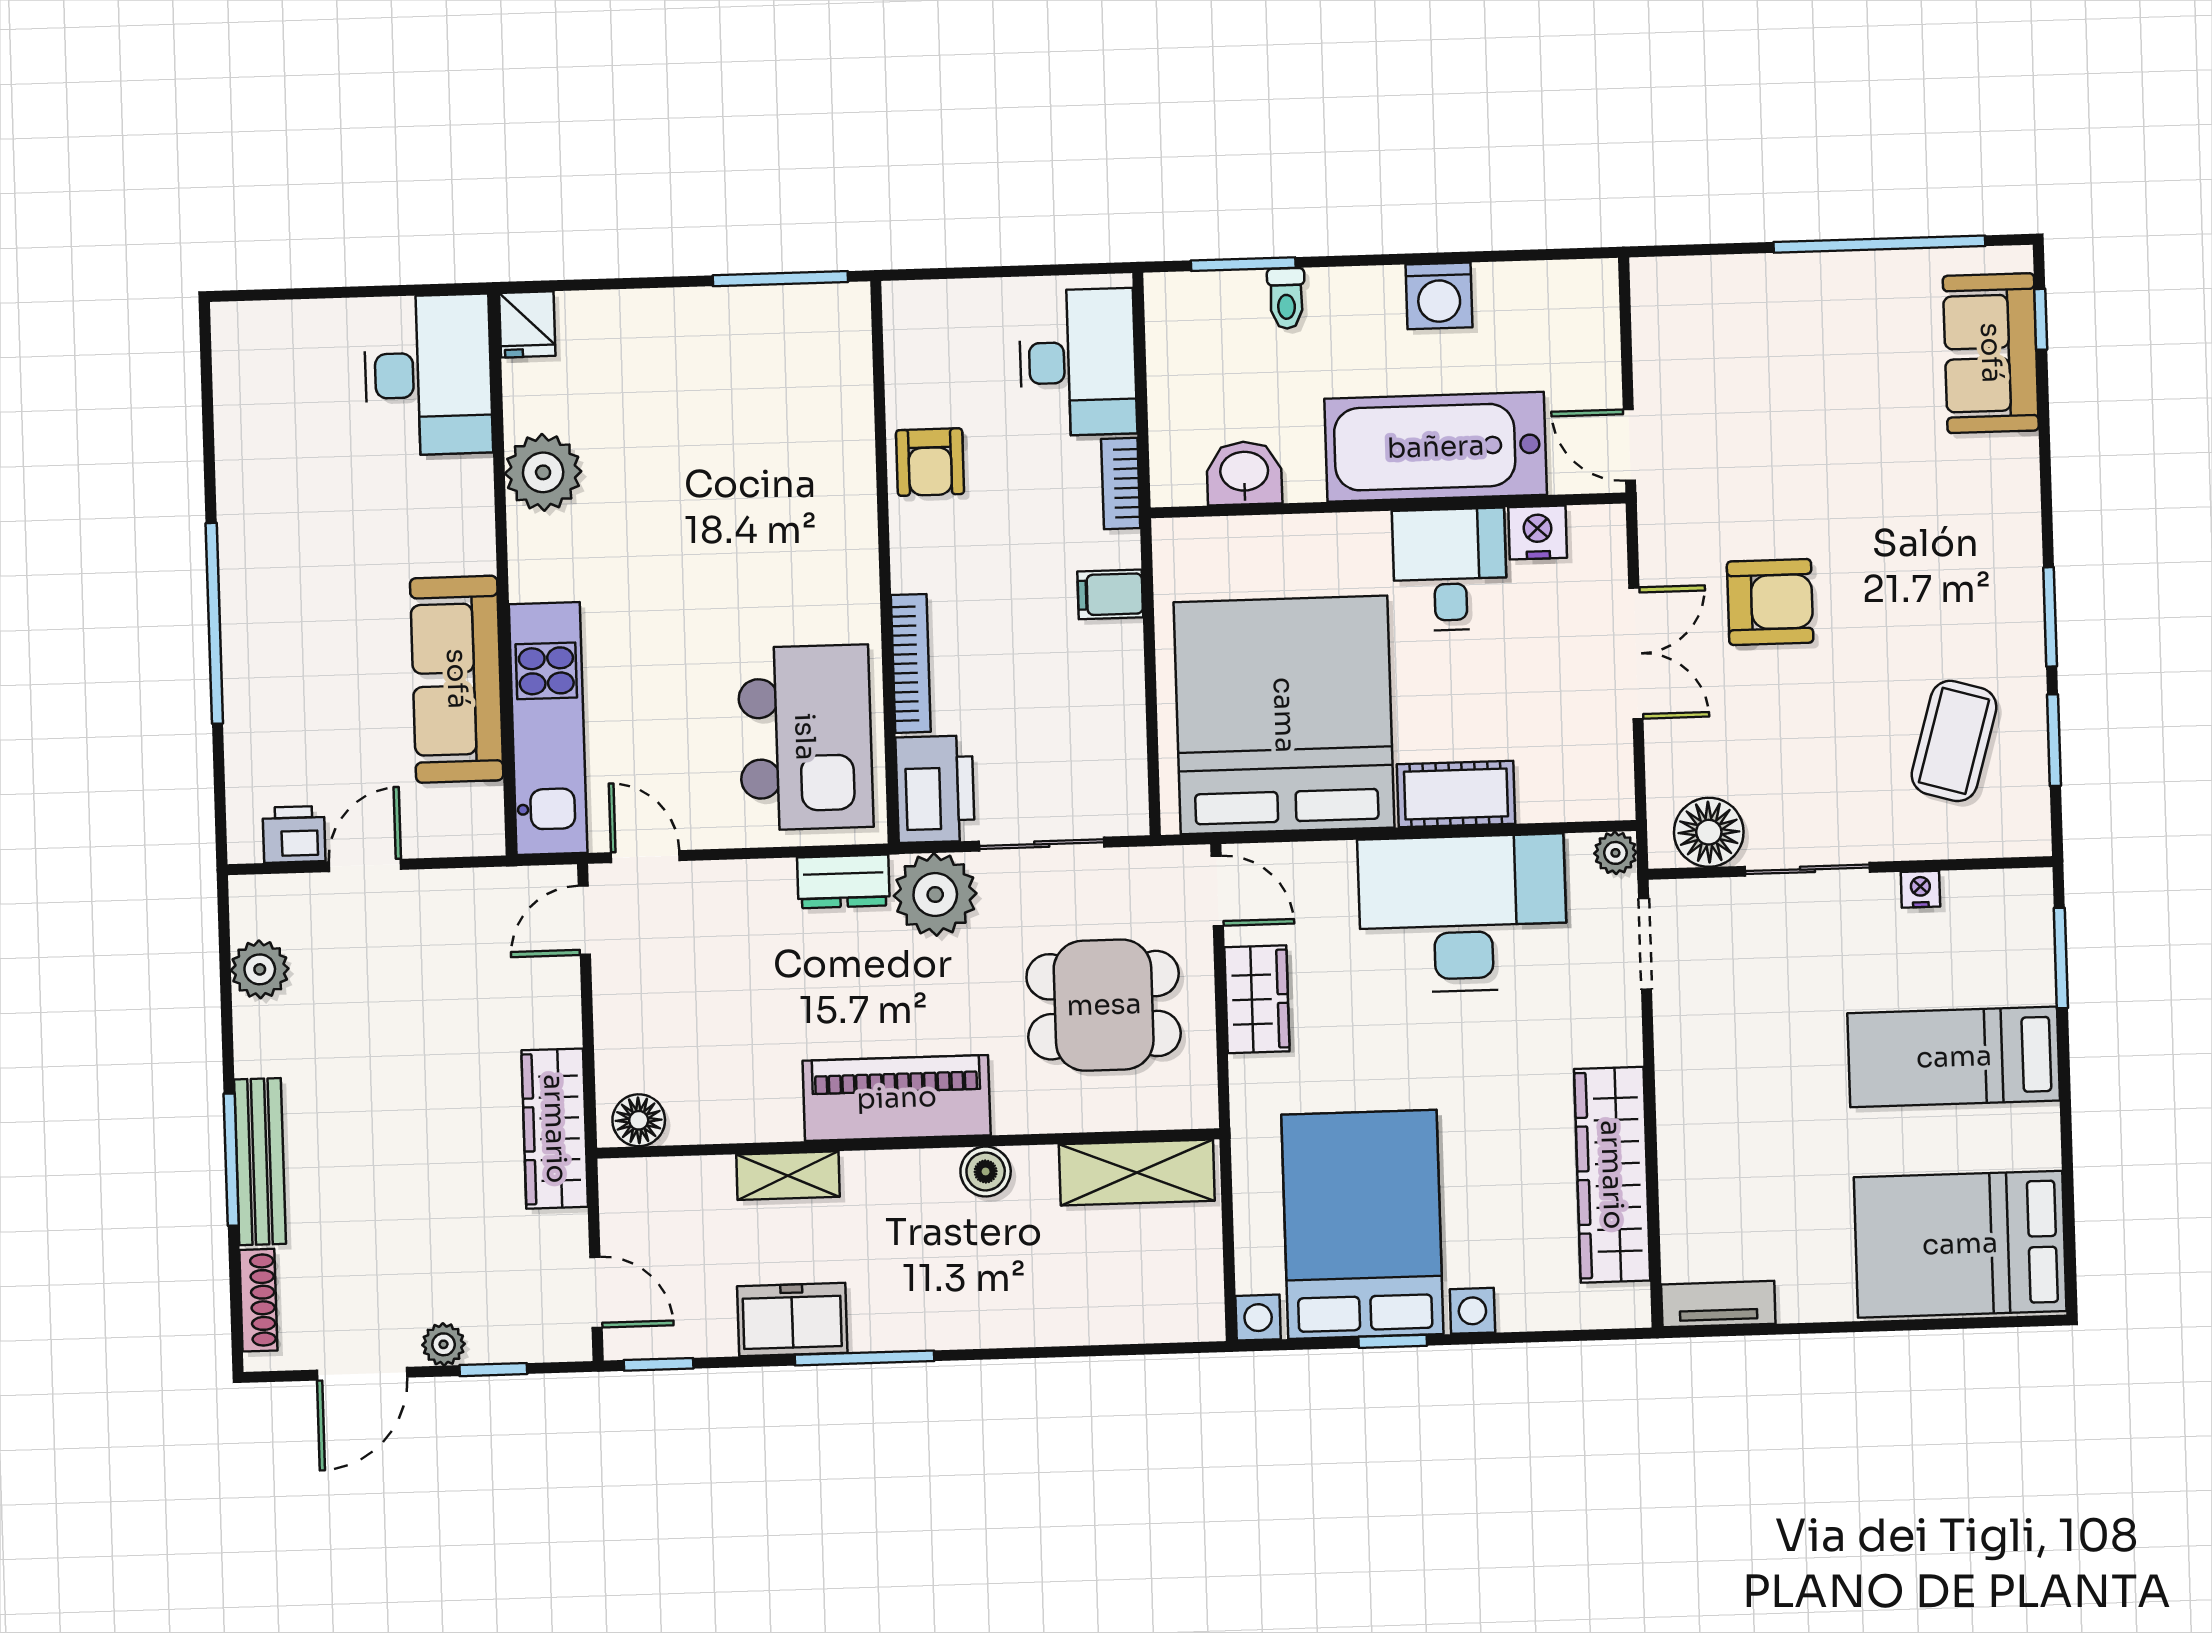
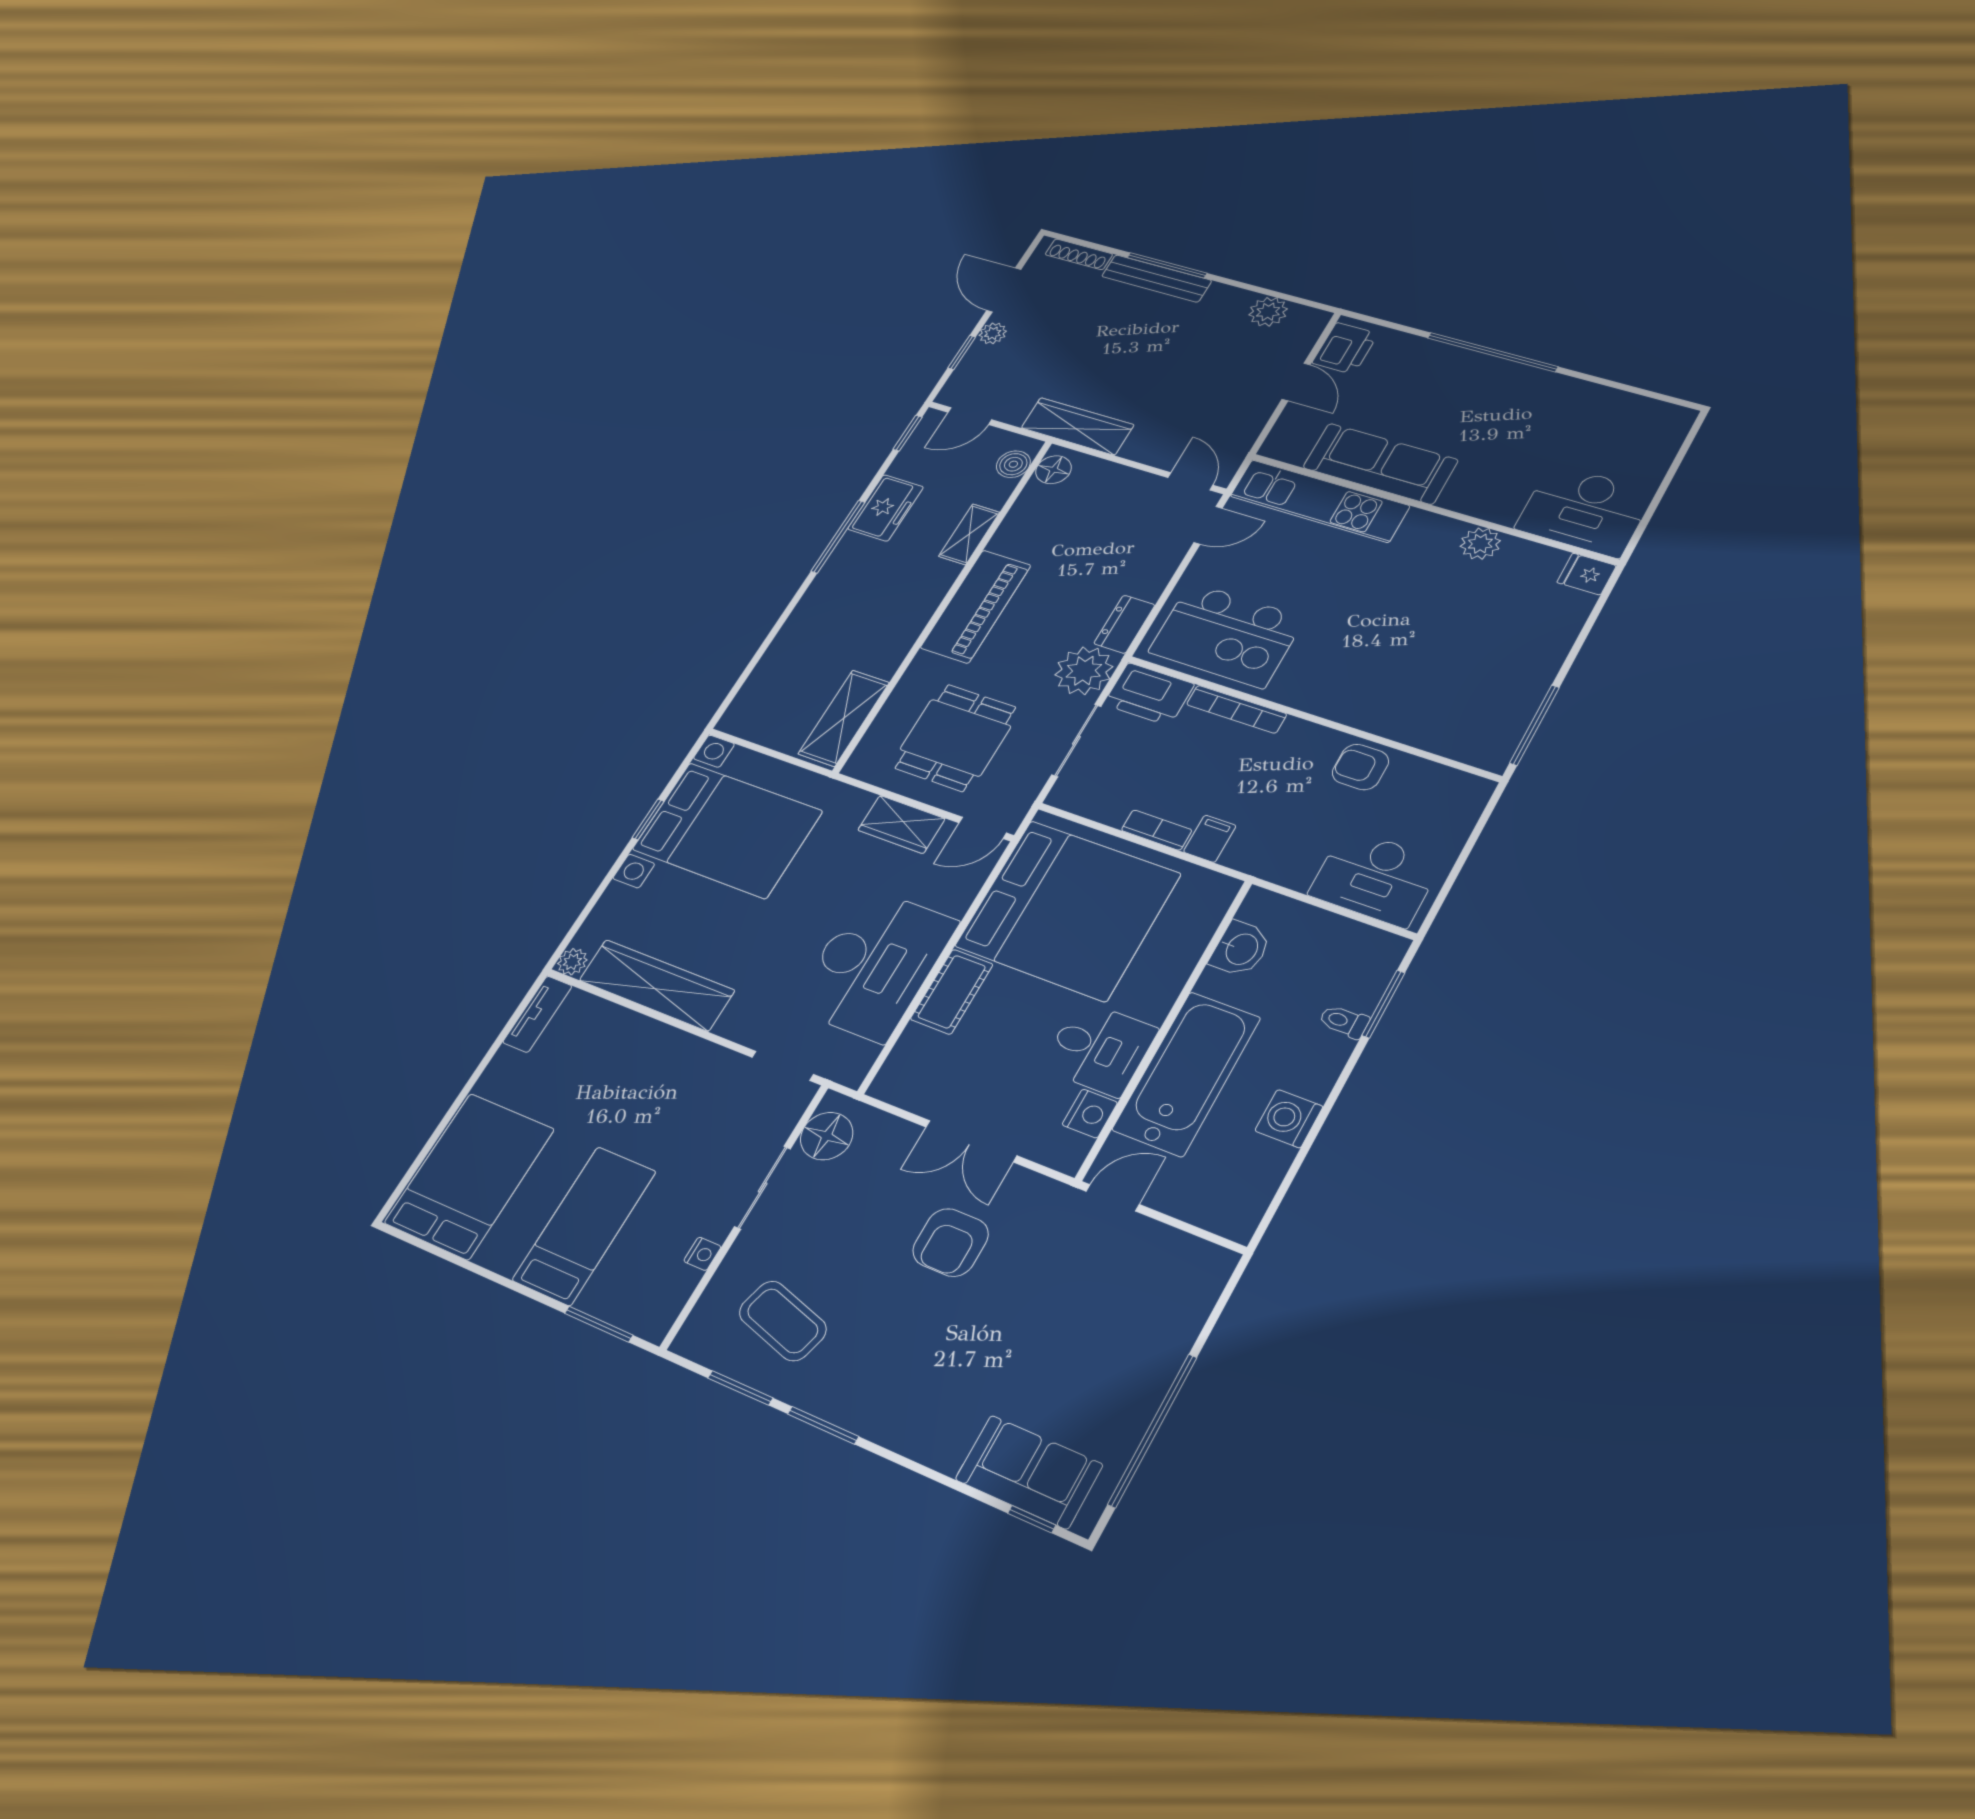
plant: (543, 472) -> (1480, 544), width x0.73, depth x0.73
bookcase: (1121, 484) -> (1157, 830), moved
printer: (294, 834) -> (1345, 348), width x1.36, depth x1.24
plant: (1615, 853) -> (572, 962), moved
boiler: (986, 1172) -> (1013, 464), moved

